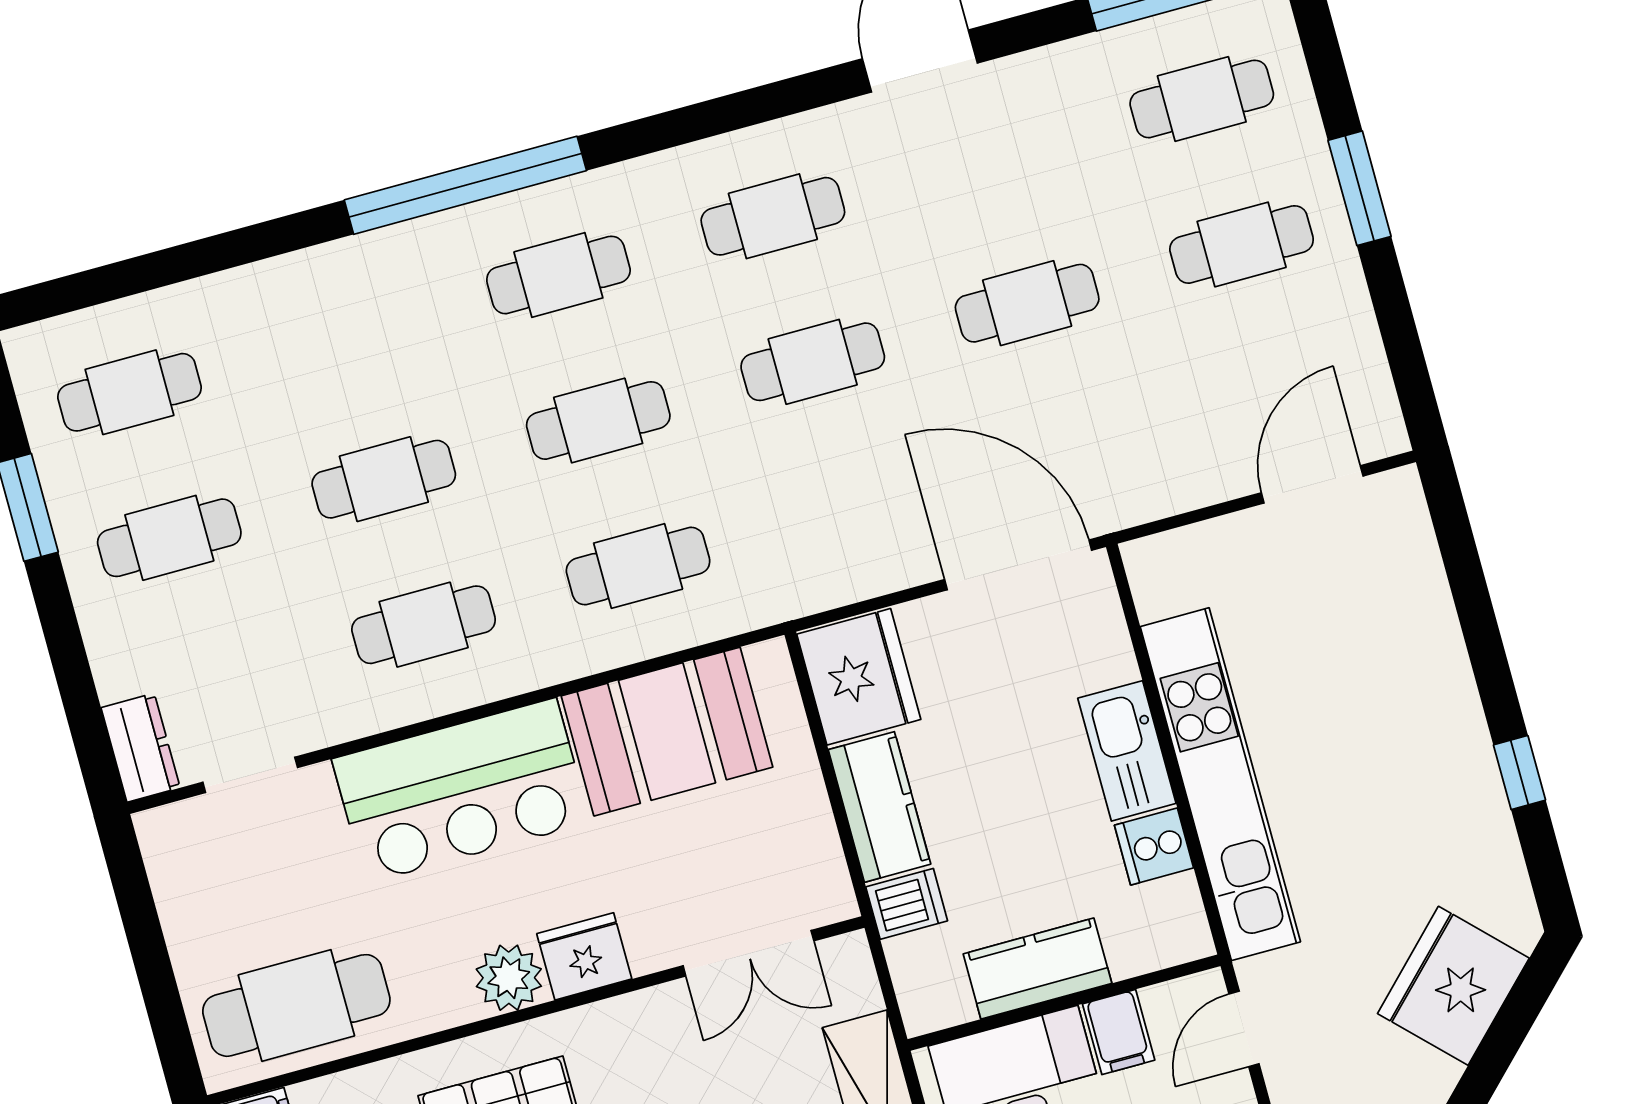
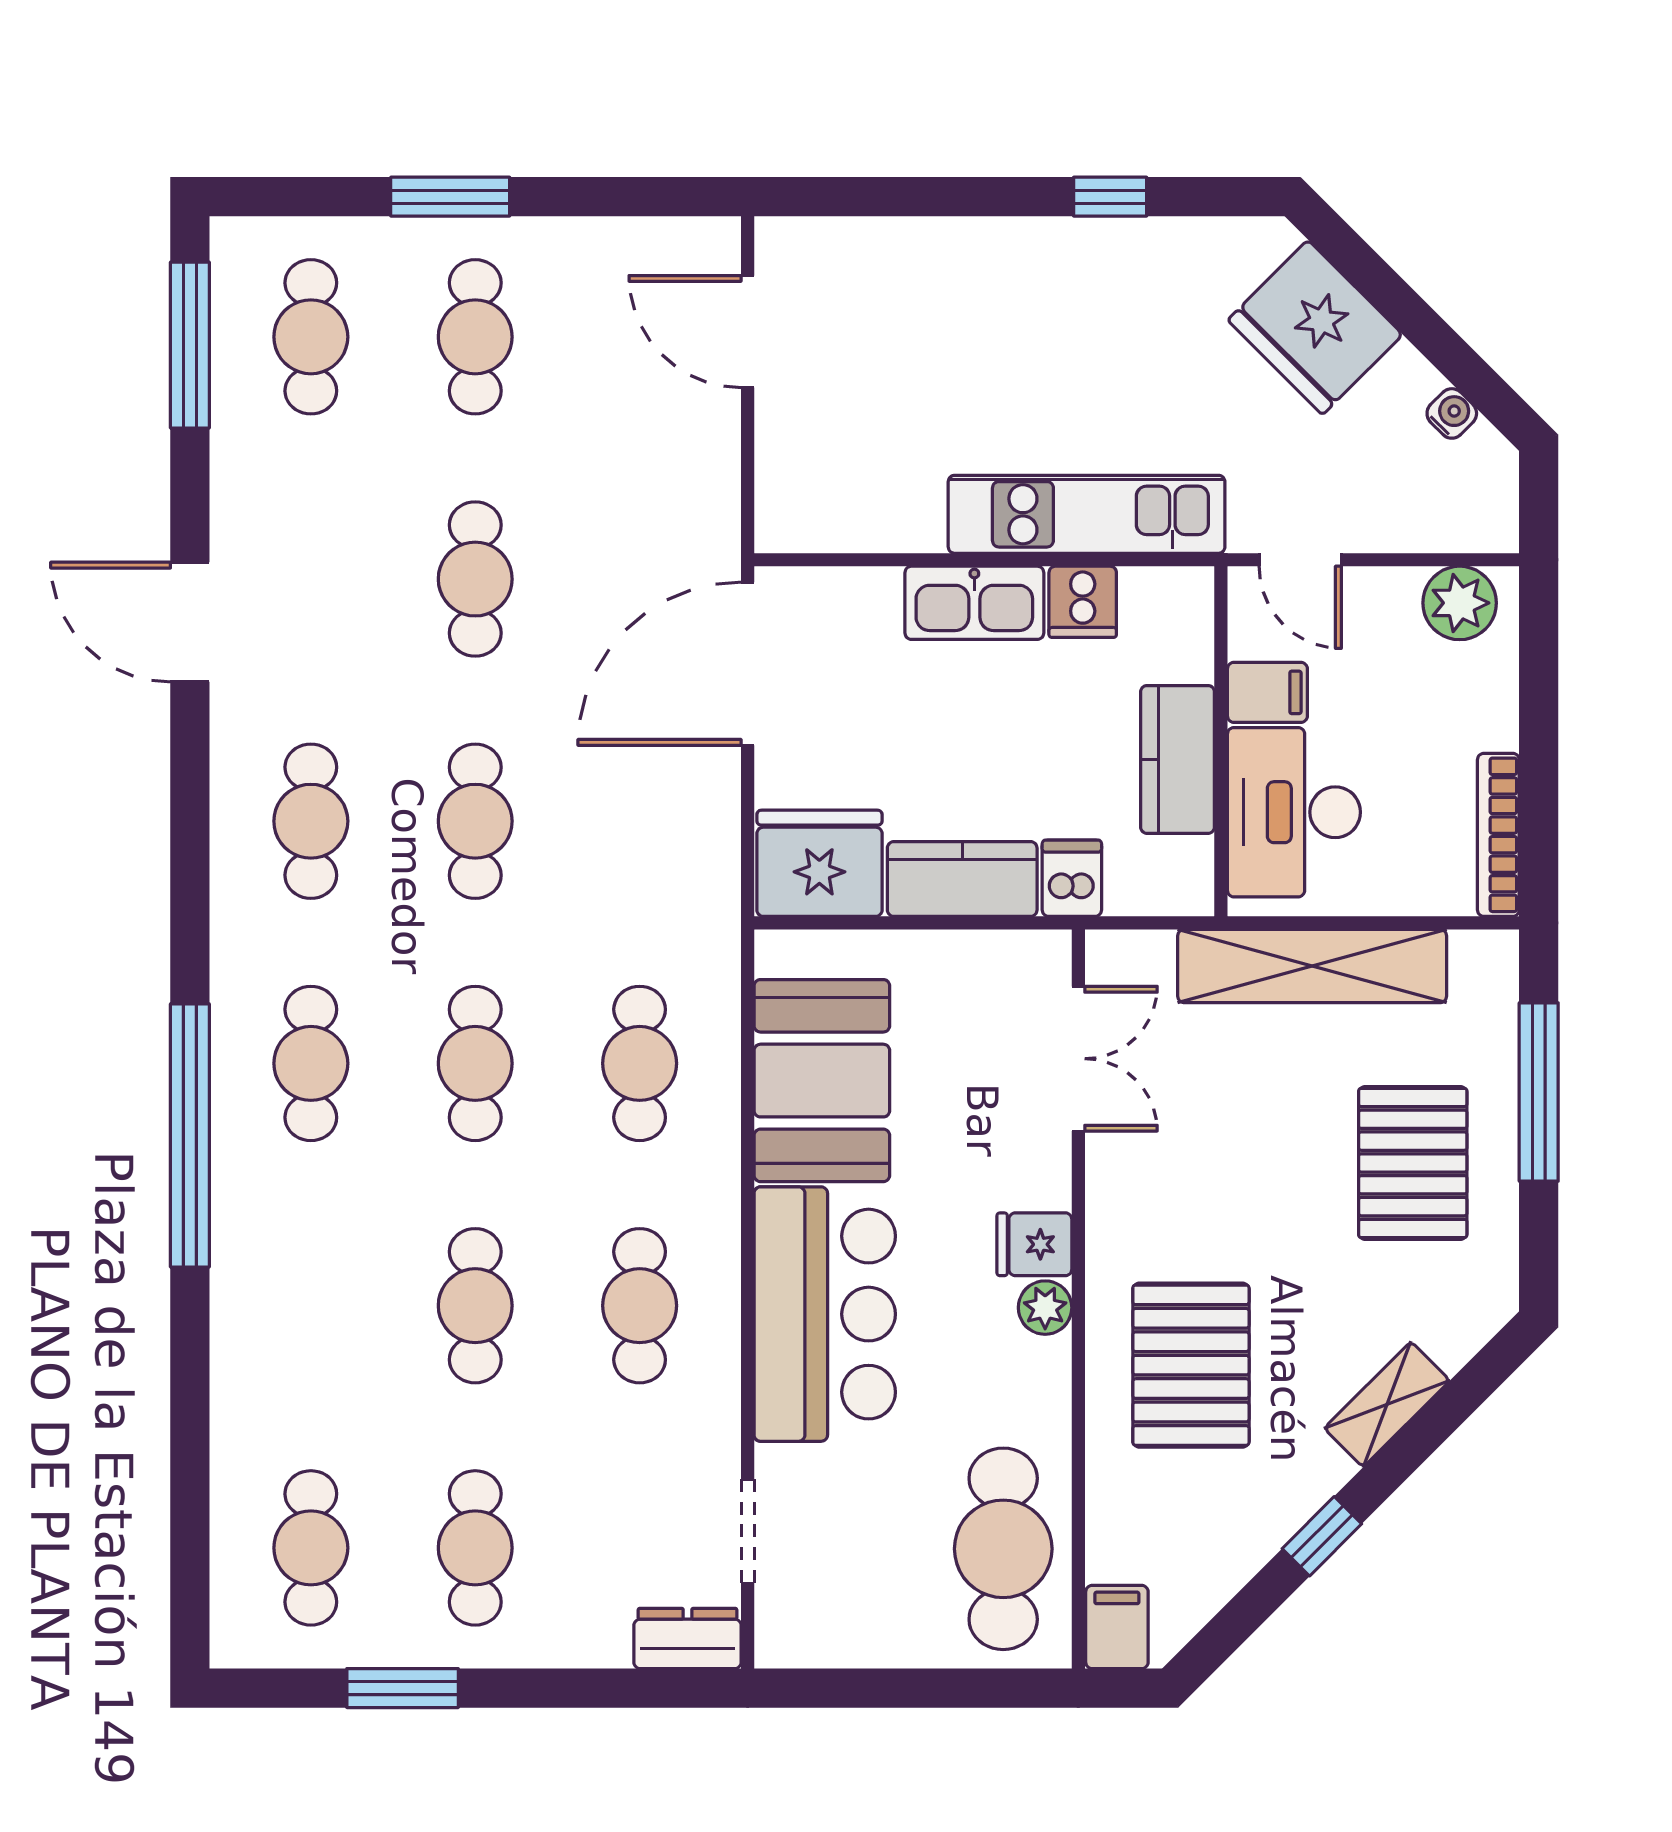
kitchen unit: (1220, 784) -> (1087, 514), width x0.73
fridge: (584, 956) -> (1034, 1244), width x0.72
plant: (509, 978) -> (1045, 1308), width x0.73, depth x0.73

